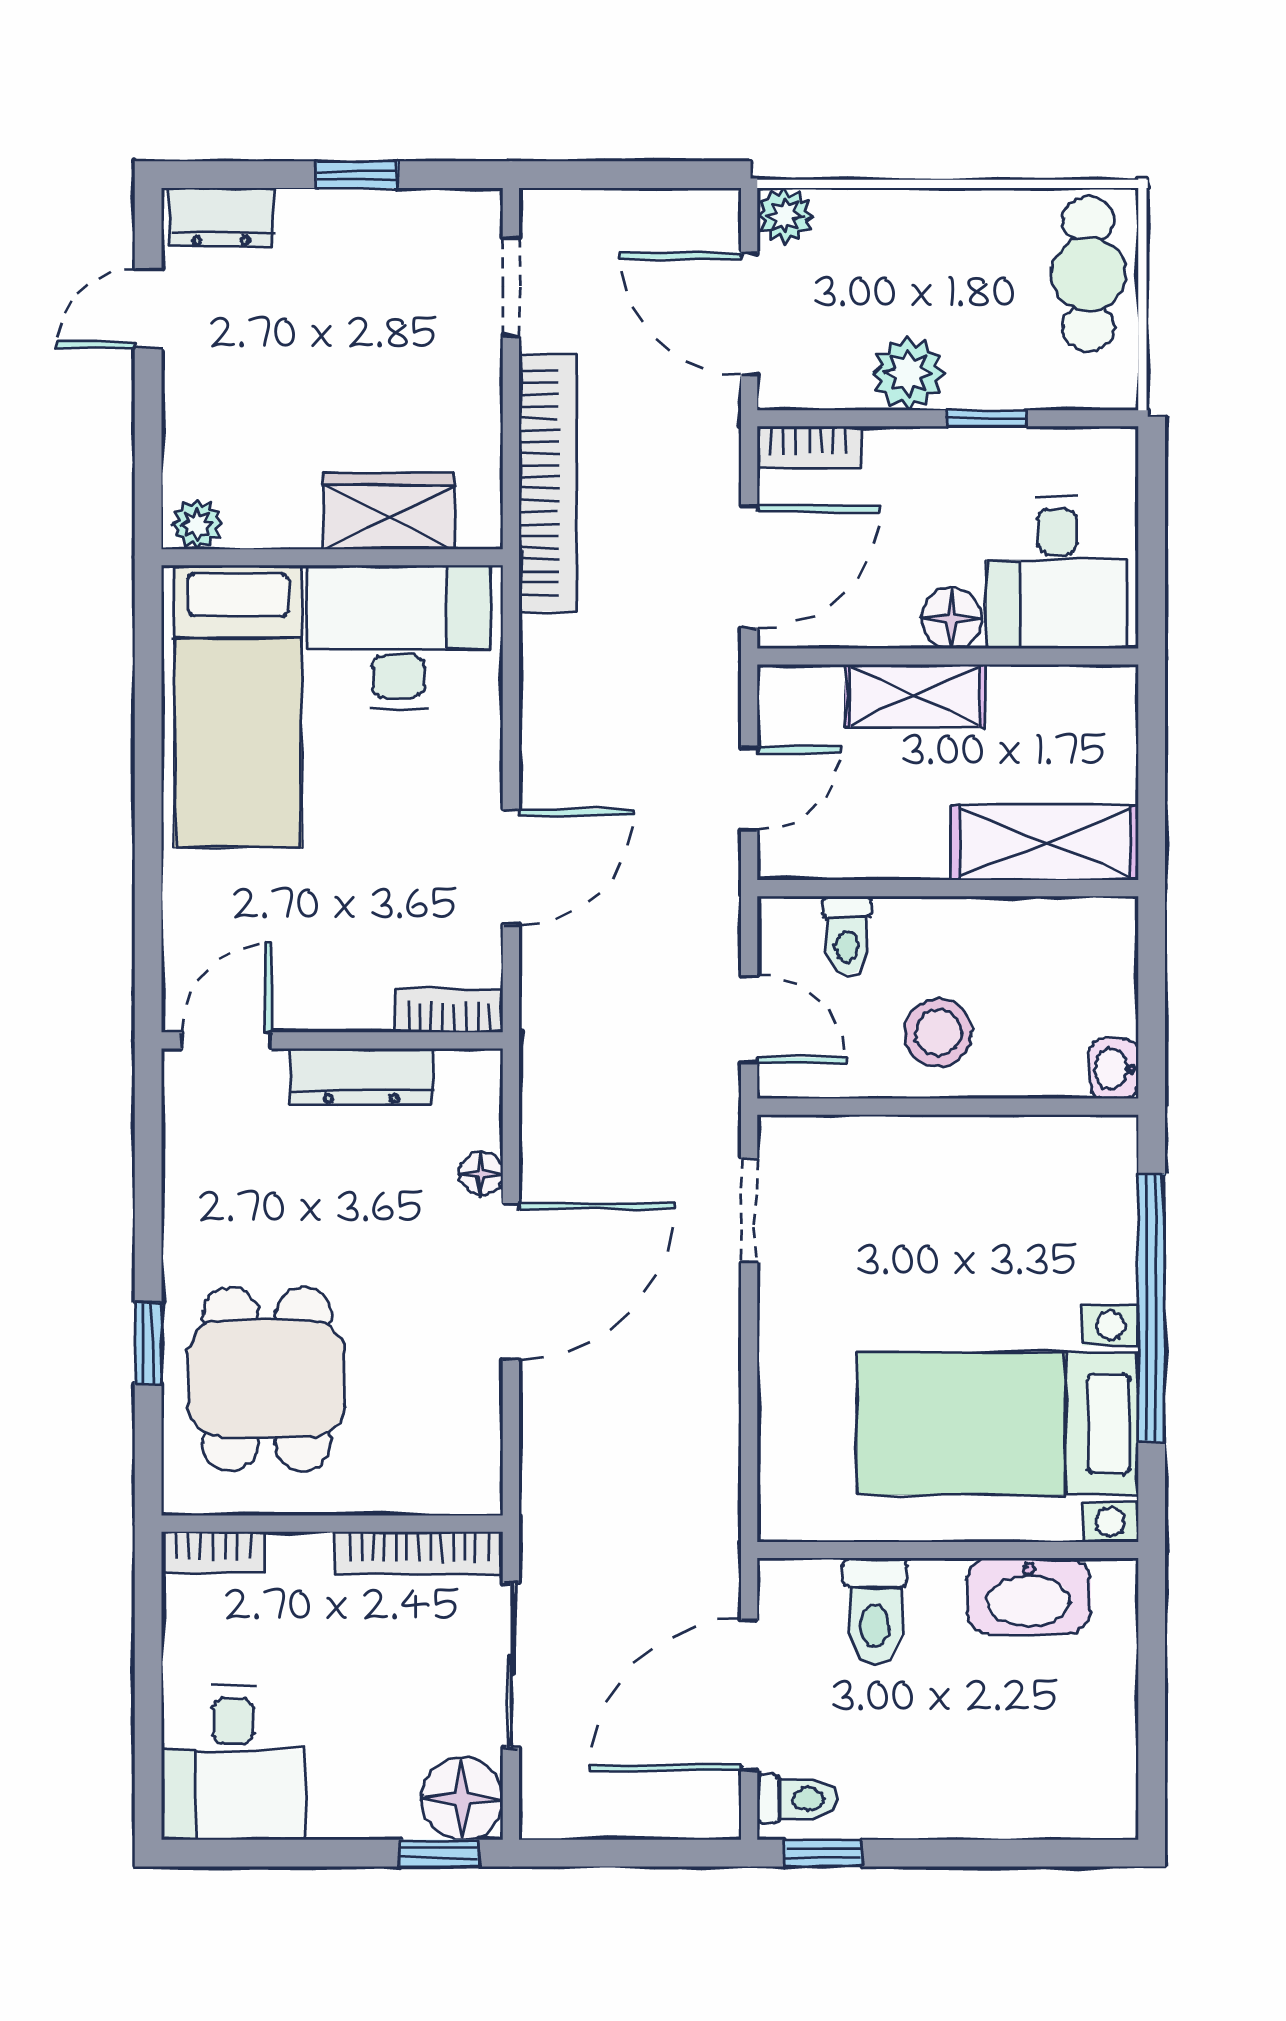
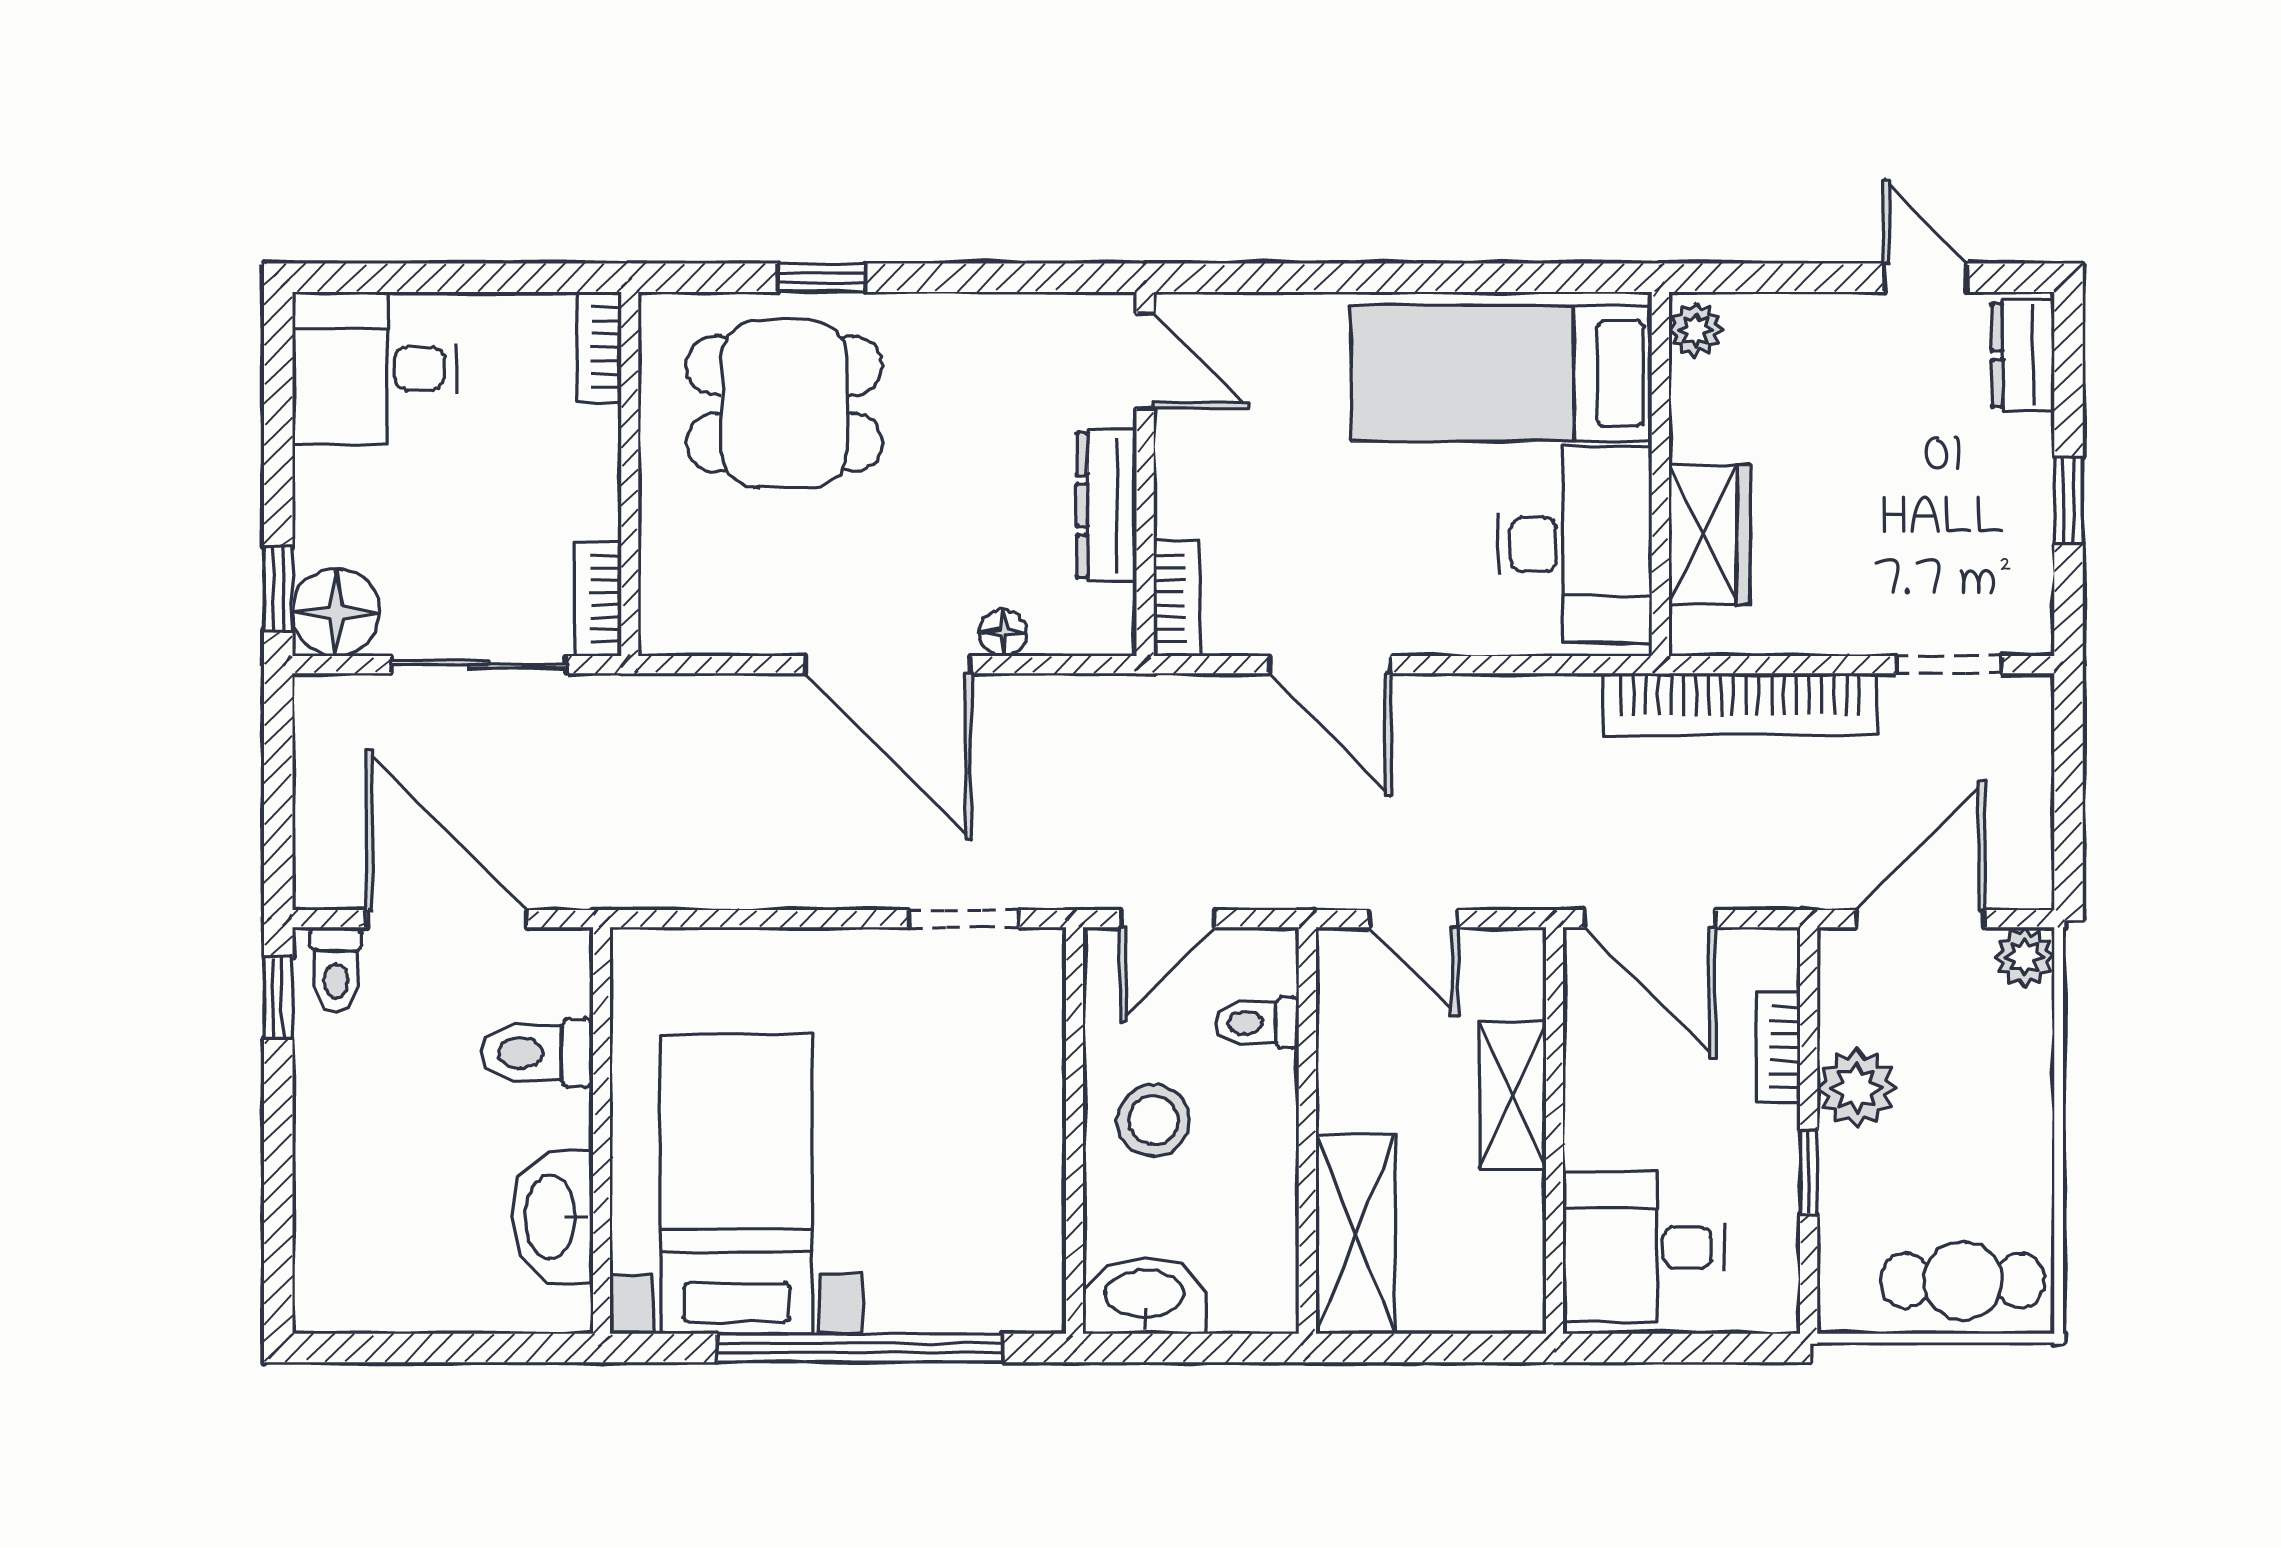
bookcase: (809, 447) -> (1778, 1047), moved
floor lamp: (951, 618) -> (1595, 1134), removed
washbasin: (1114, 1068) -> (1145, 1296), width x1.91, depth x1.45
bookcase: (419, 1553) -> (598, 599), width x0.64

